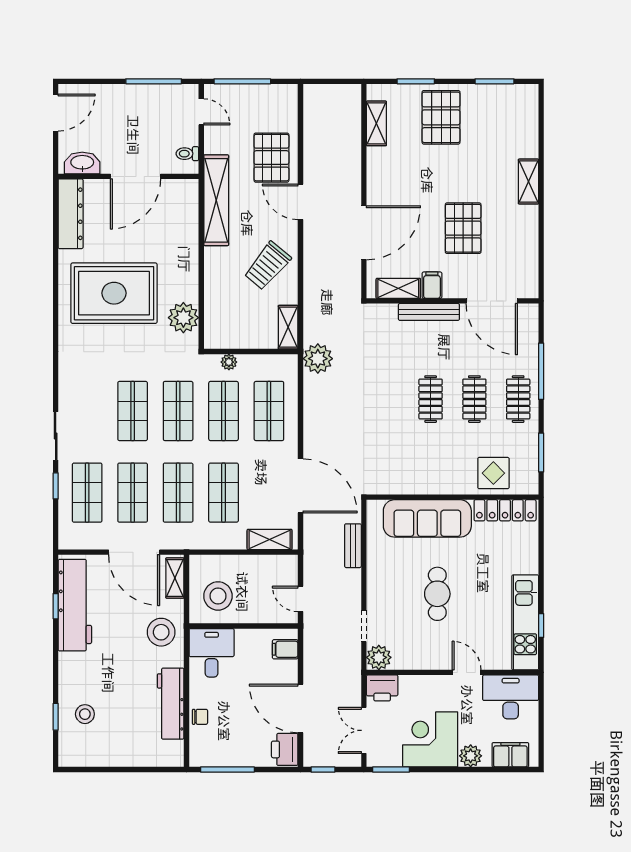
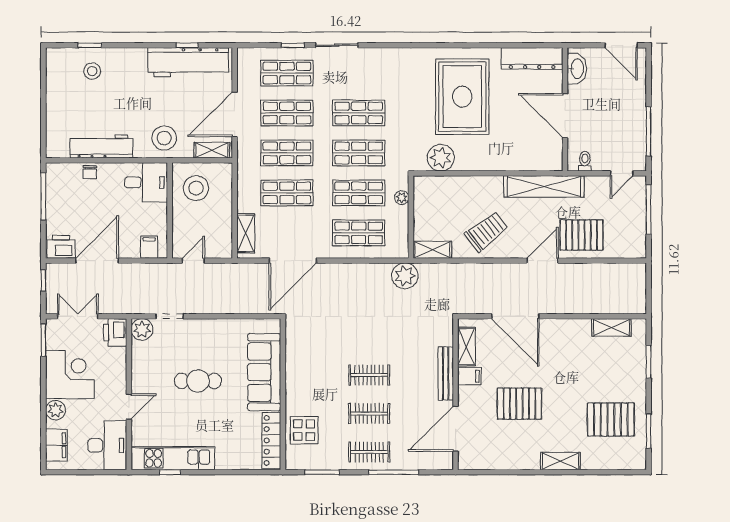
pallet: (441, 117) -> (611, 419), moved
trolley: (267, 266) -> (486, 232), turned 102
bench: (353, 546) -> (240, 307), removed

